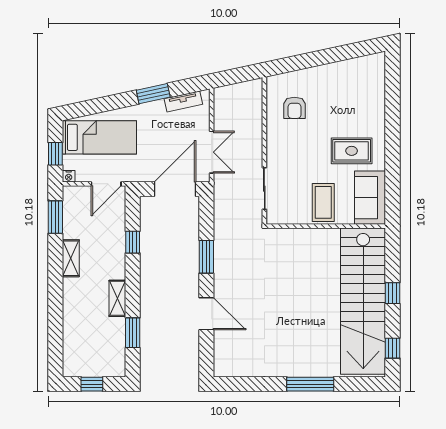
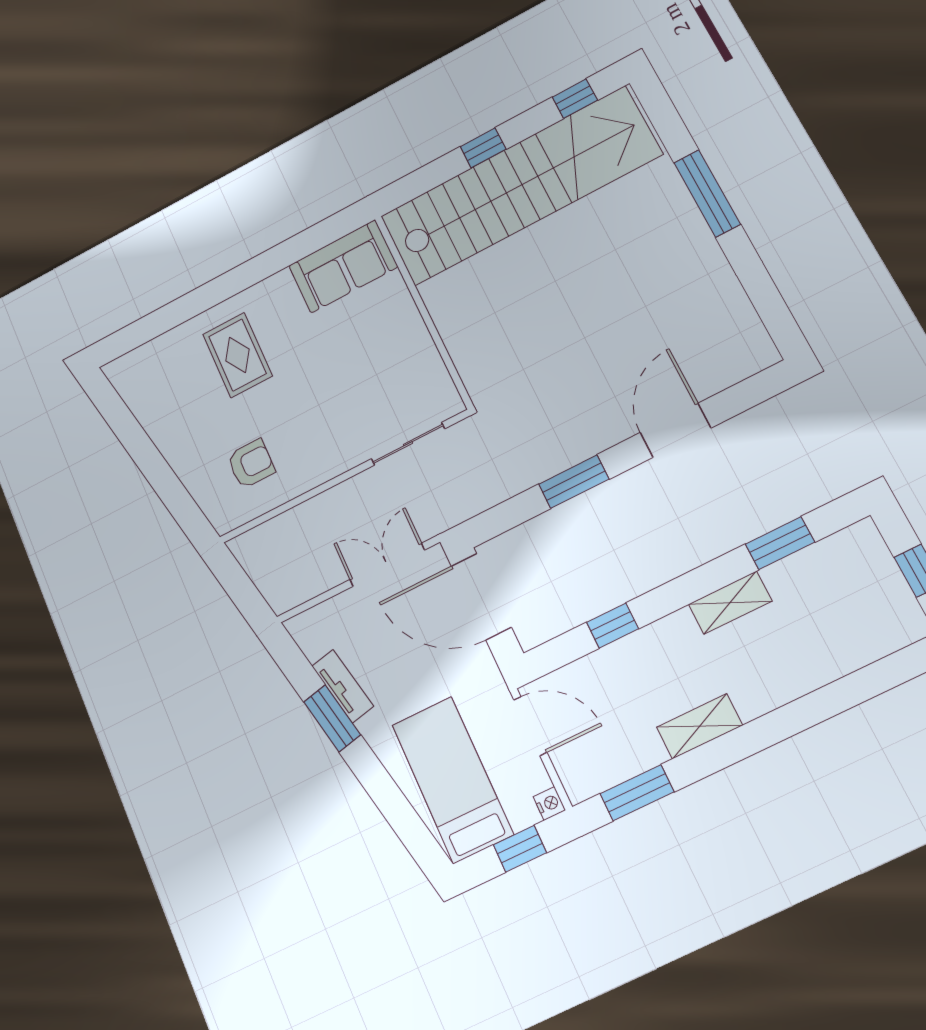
tv unit: (183, 101) -> (343, 686), moved
rug: (352, 151) -> (237, 355), moved
coffee table: (323, 202) -> (386, 336), removed

